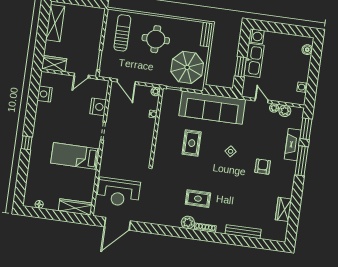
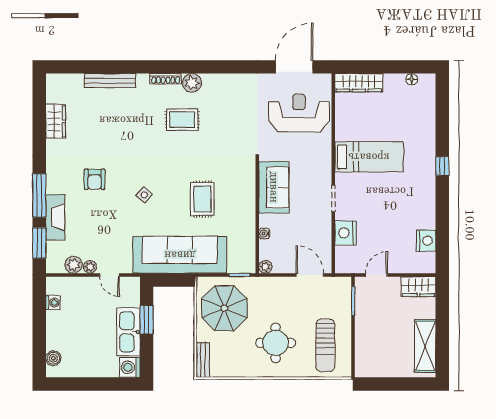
sofa: (142, 144) -> (274, 187), added

